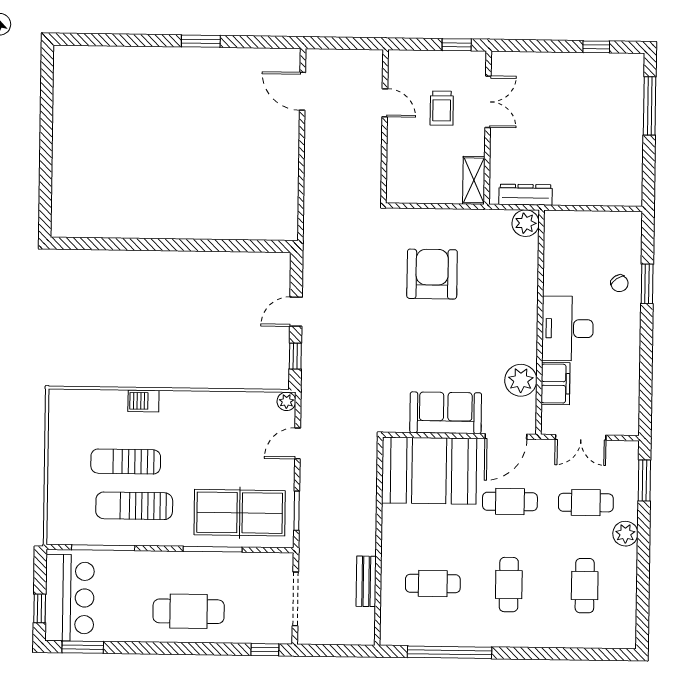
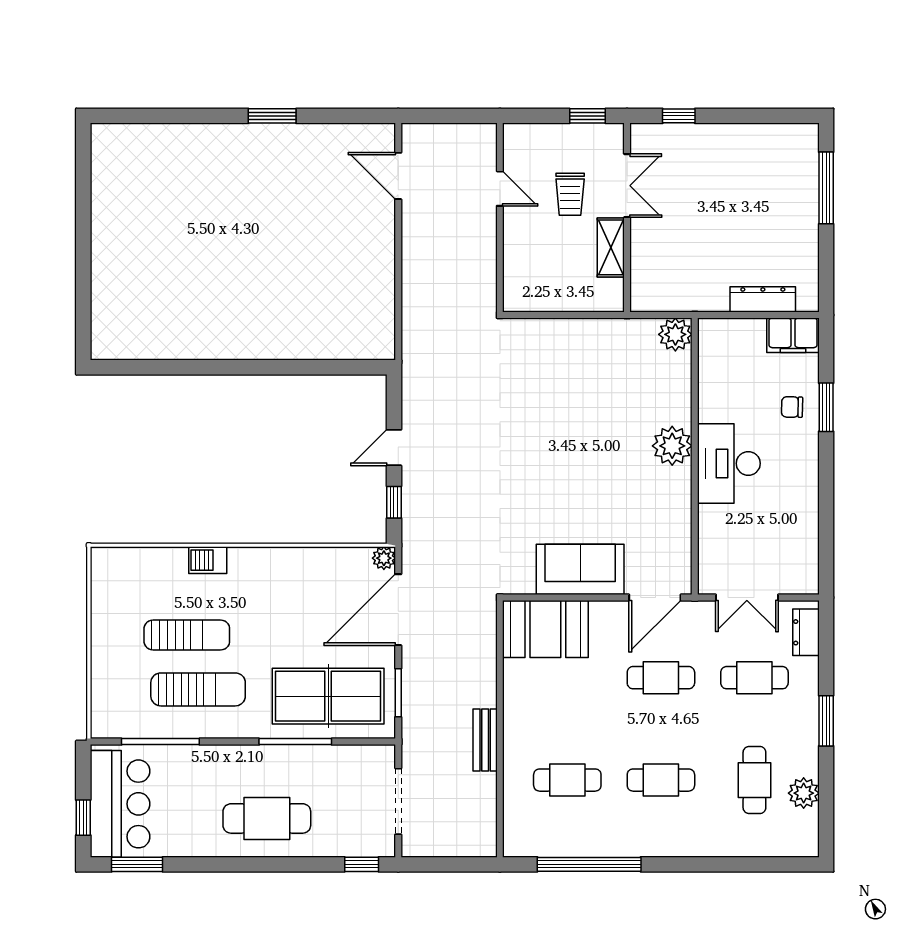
window: (596, 47) -> (679, 116), moved
shelving: (474, 180) -> (611, 247), moved
dresser: (525, 195) -> (763, 299), moved
armchair: (432, 274) -> (561, 399), removed
chair: (619, 283) -> (792, 407), turned 125
plant: (521, 380) -> (672, 446), moved
filing cabinet: (555, 384) -> (793, 335), moved, turned 90
door: (298, 443) -> (398, 610), width x1.88
sun lounger: (126, 462) -> (187, 635), turned 180
dresser: (628, 466) -> (806, 632), added
booth: (429, 471) -> (545, 629), width x0.73, depth x0.70
window: (644, 480) -> (826, 721), moved
sun lounger: (134, 506) -> (198, 689), turned 180
plant: (625, 534) -> (804, 793), moved
bench: (366, 581) -> (485, 740), moved
cafe table: (509, 585) -> (661, 780), turned 90

